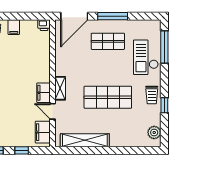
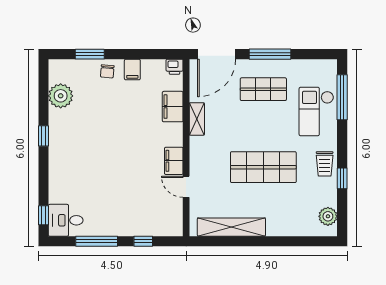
shelving: (60, 88) -> (197, 119), moved
filing cabinet: (43, 132) -> (173, 107), moved

